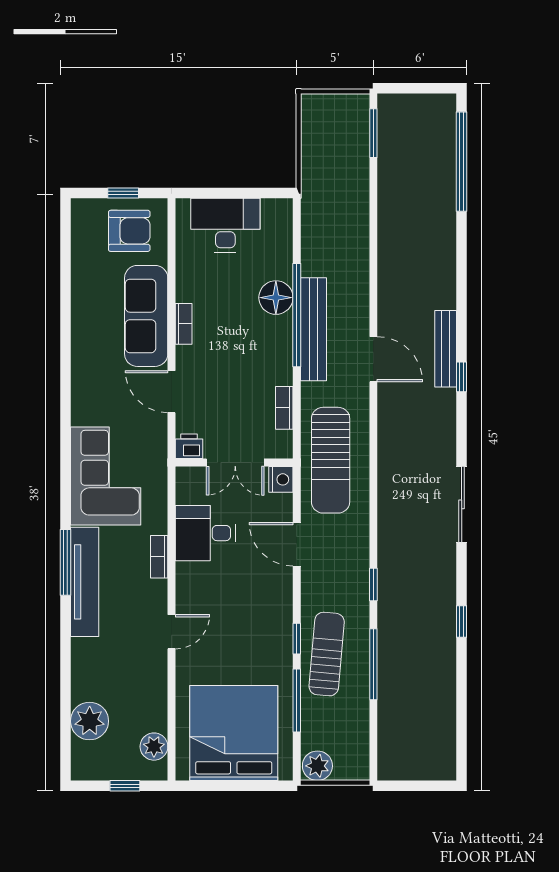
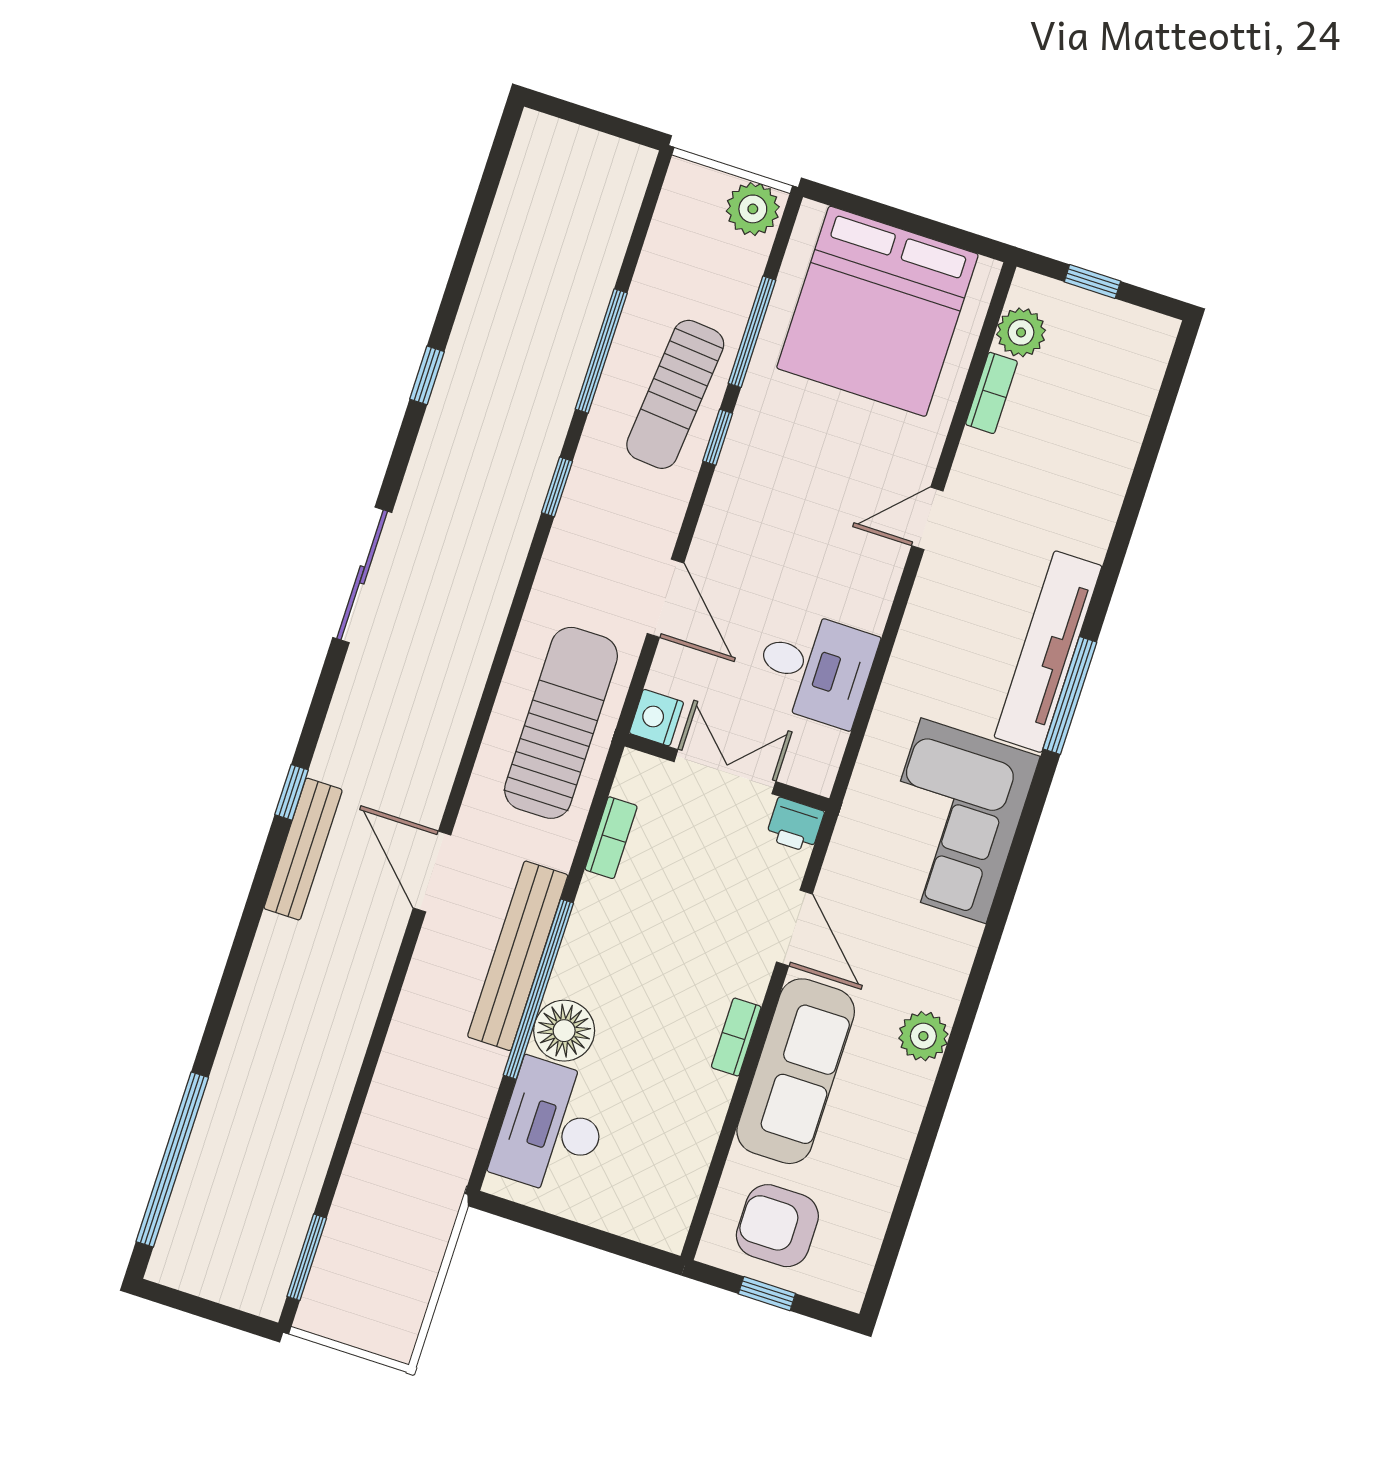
desk: (225, 225) -> (552, 1127), moved, turned 90
bookcase: (159, 557) -> (992, 393), moved
plant: (90, 721) -> (923, 1036), moved, width x0.73, depth x0.73

